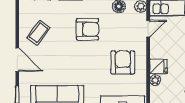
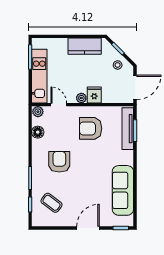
coffee table: (39, 33) -> (51, 203), moved
plant: (155, 80) -> (81, 98), moved

